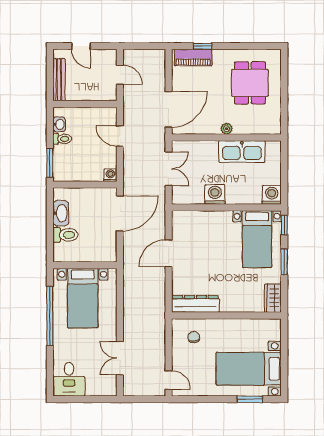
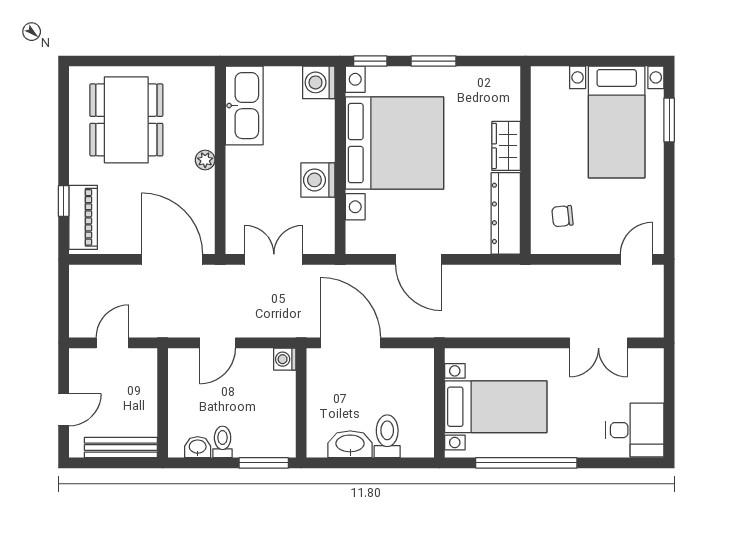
dining table: (250, 83) -> (126, 120), width x1.38
kitchen sink: (242, 152) -> (244, 106), moved
bed with nightstands: (257, 239) -> (394, 143), width x1.85
wardrobe: (273, 298) -> (506, 146), moved, turned 90

